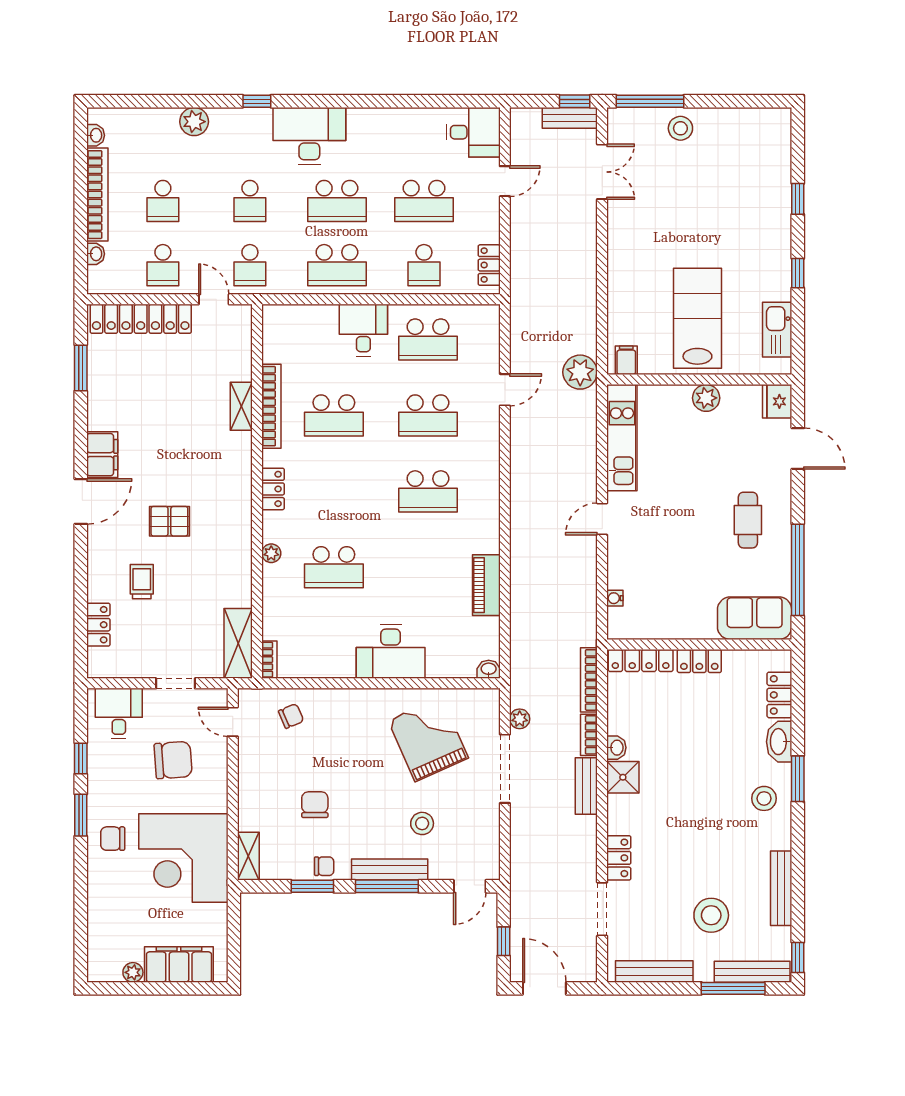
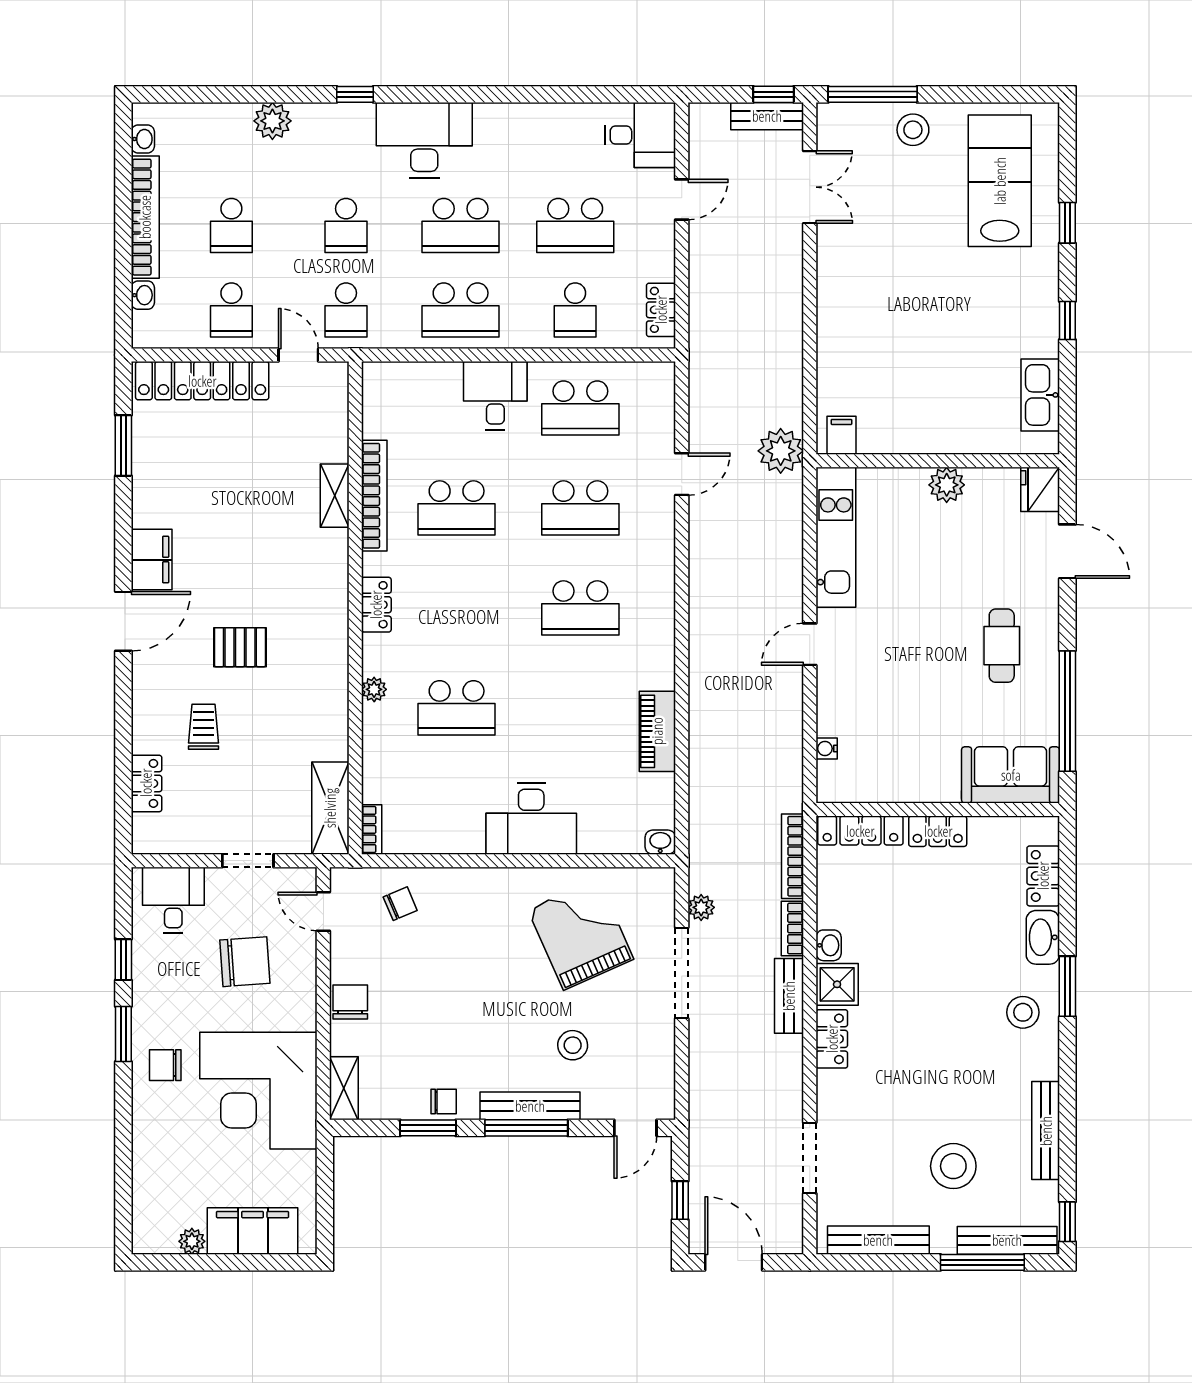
lab bench: (697, 318) -> (1000, 181), moved
chair: (315, 805) -> (350, 1002), moved
locker: (619, 858) -> (832, 1039), moved

